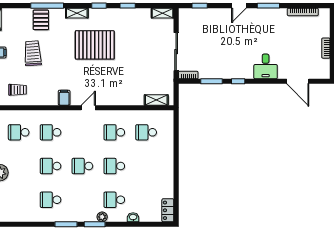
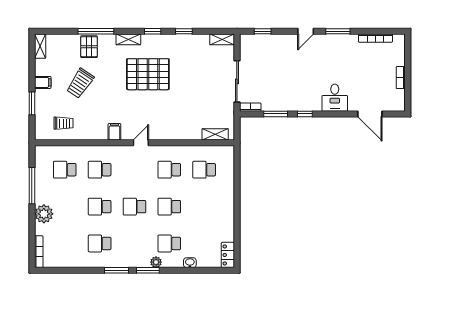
trolley: (33, 53) -> (80, 83), turned -142

